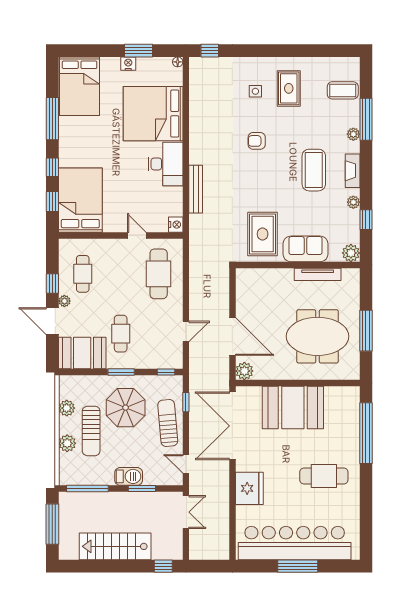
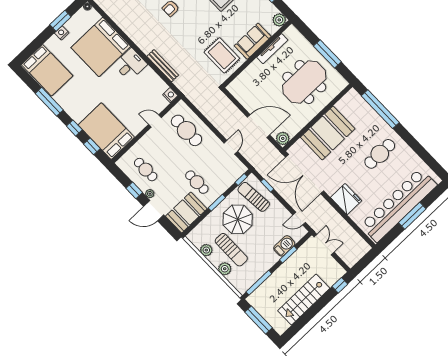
desk: (166, 164) -> (130, 64), width x0.73
sun lounger: (168, 423) -> (254, 197), moved
barbecue: (129, 476) -> (284, 246), moved

